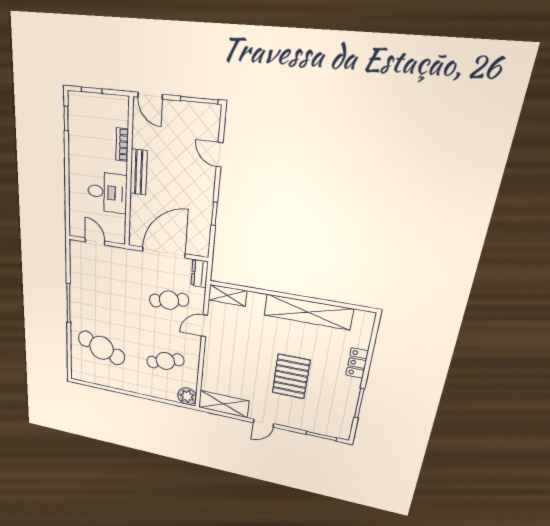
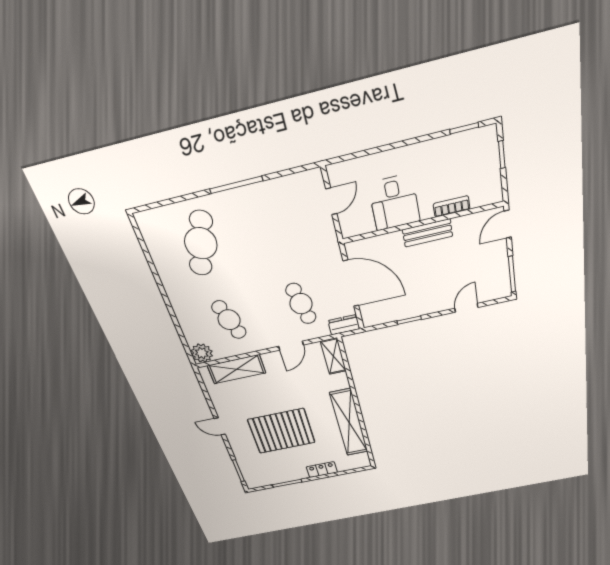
door: (204, 326) -> (291, 346), swing flipped
pallet: (291, 376) -> (281, 431), width x1.37, depth x1.41
shelving: (224, 404) -> (237, 369), moved, turned 90

